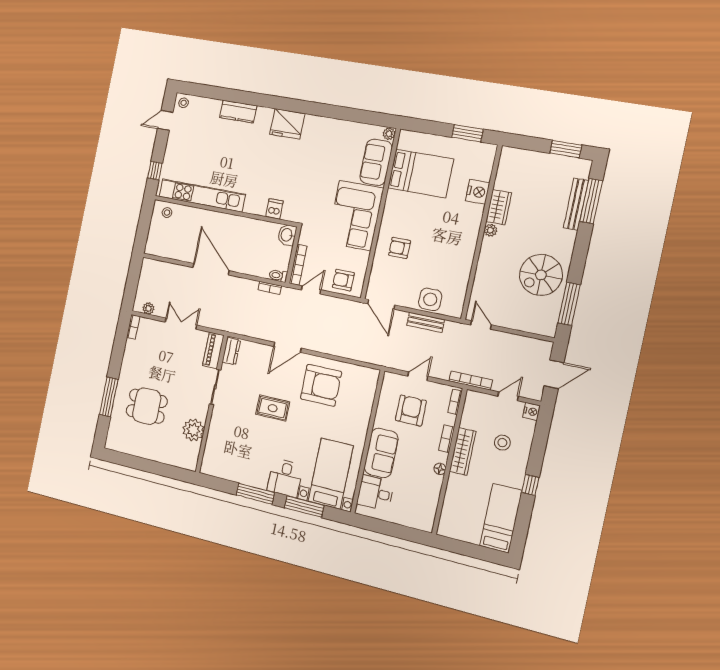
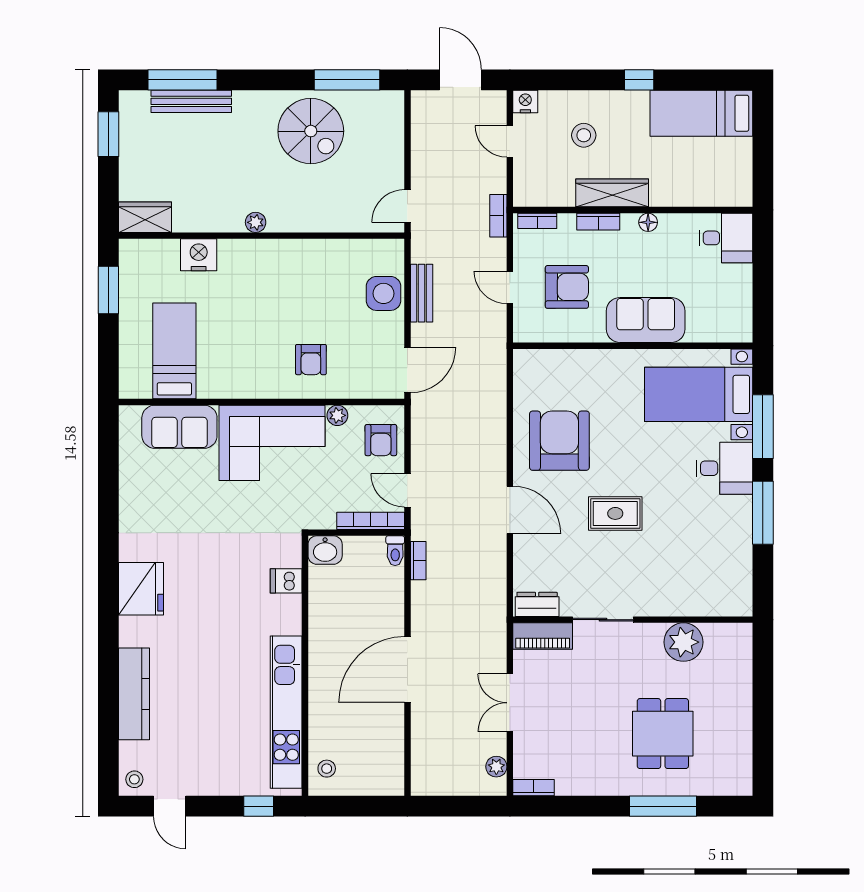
kitchen counter: (238, 112) -> (134, 694), width x1.50
plant: (389, 134) -> (337, 415), moved
bed: (421, 173) -> (174, 351), width x0.67
wardrobe: (499, 207) -> (145, 217), moved
bookcase: (471, 381) -> (498, 216), width x0.64
rug: (273, 408) -> (615, 513), turned 90
armchair: (411, 411) -> (567, 287), turned 180
desk: (375, 493) -> (726, 238), moved, turned -90

